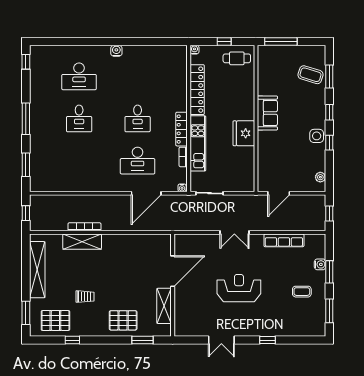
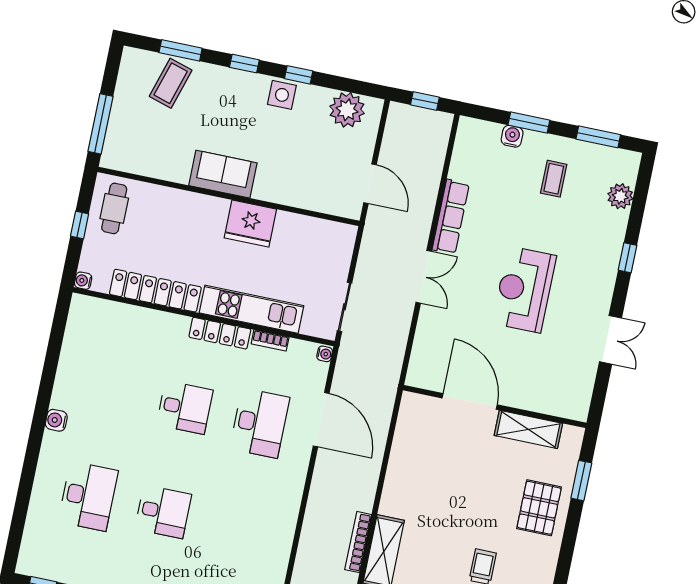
plant: (320, 177) -> (347, 110), width x1.88, depth x1.88
row of seats: (284, 240) -> (451, 217), moved
plant: (300, 329) -> (620, 196), added

